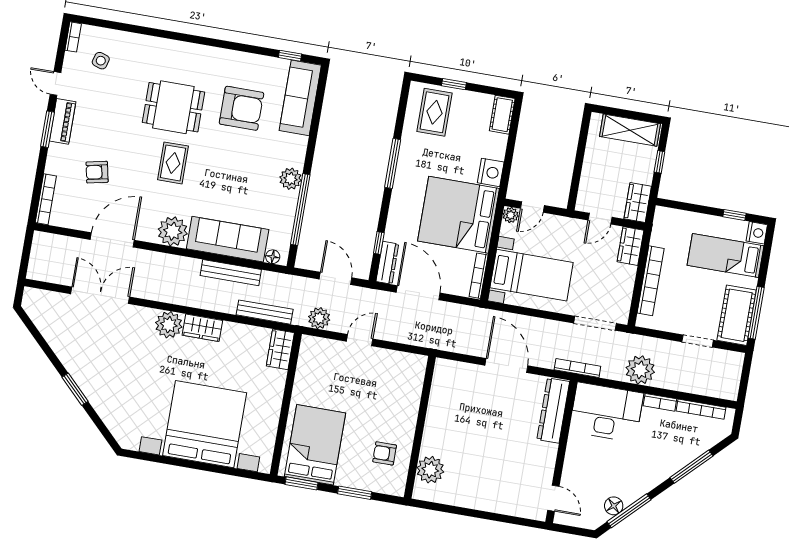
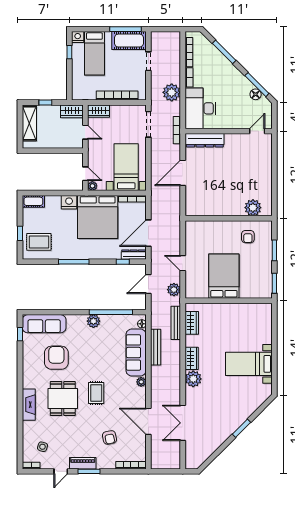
fireplace: (173, 50) -> (29, 405), added
rug: (173, 163) -> (96, 393), turned 90
plant: (173, 231) -> (141, 382), width x0.53, depth x0.53
wardrobe: (280, 349) -> (192, 323), moved, turned -90
bed with nightstands: (205, 424) -> (249, 364), width x0.54
bed: (315, 445) -> (224, 276), moved, turned 90

